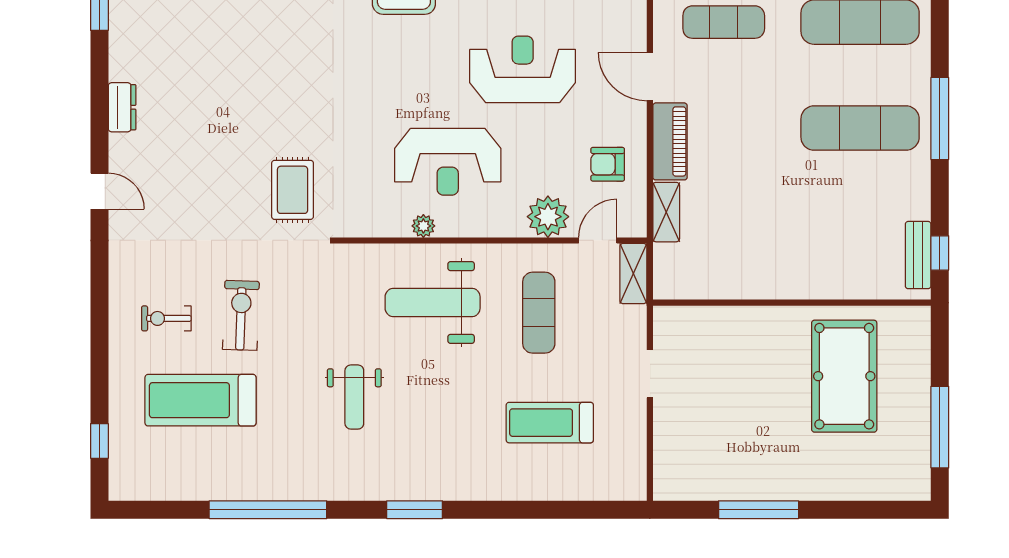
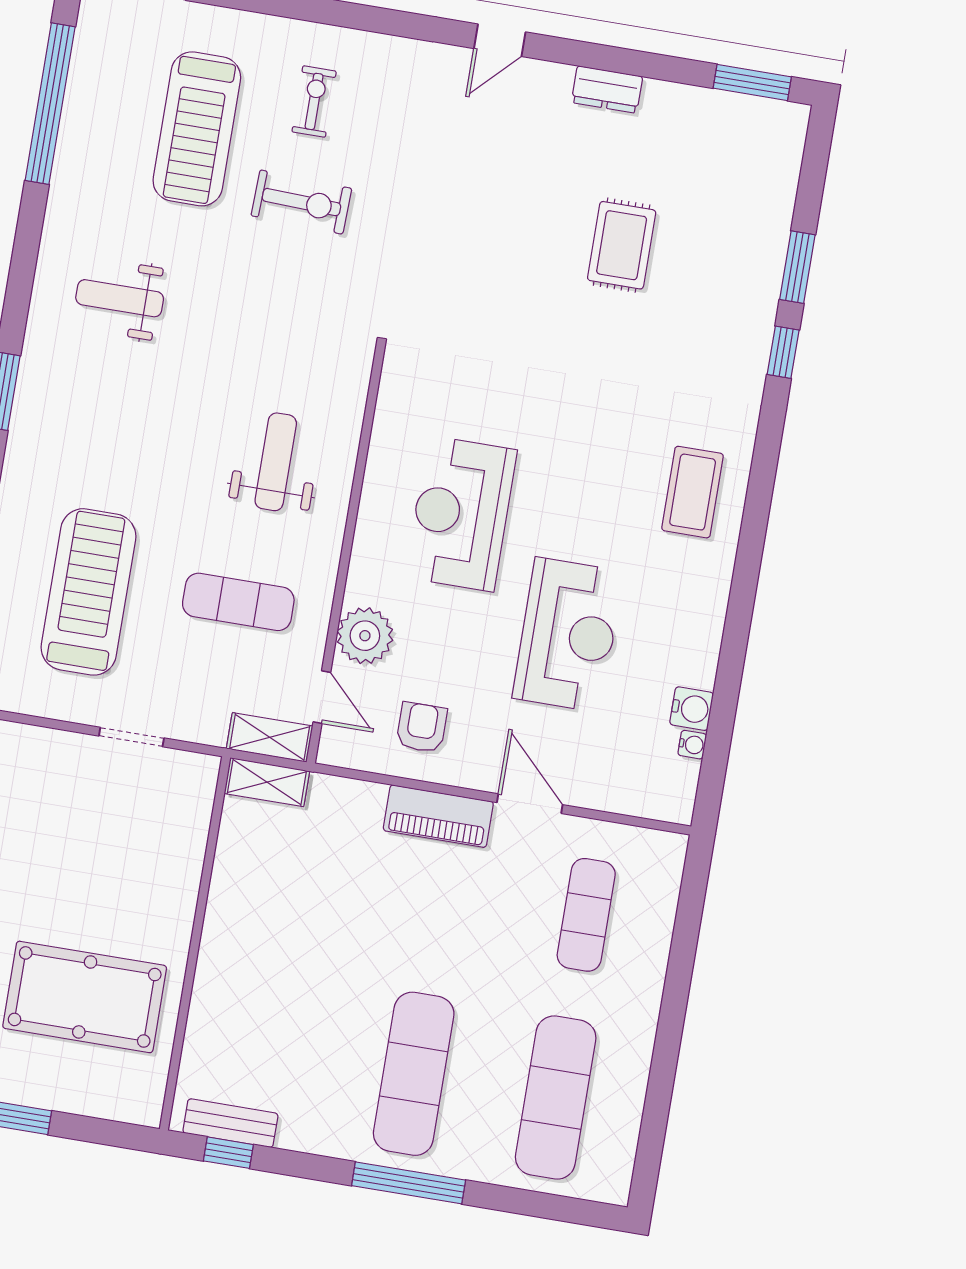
door: (650, 77) -> (530, 804), hinge flipped
rug: (293, 190) -> (622, 245), moved, turned 90
shelving: (666, 212) -> (267, 782), moved
plant: (423, 226) -> (380, 467), removed
weight bench: (433, 303) -> (276, 462), width x0.73, depth x0.75
weight bench: (354, 397) -> (120, 298), moved
treadmill: (200, 400) -> (197, 129), turned 180
treadmill: (550, 423) -> (89, 592), width x1.37, depth x1.38
window: (268, 510) -> (50, 104), moved

